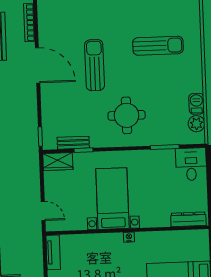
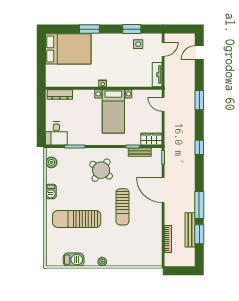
sun lounger: (158, 46) -> (77, 219), width x1.36, depth x1.34
door: (38, 65) -> (163, 190), moved
barbecue: (196, 104) -> (51, 191), moved
round table: (127, 115) -> (101, 170), turned 36

